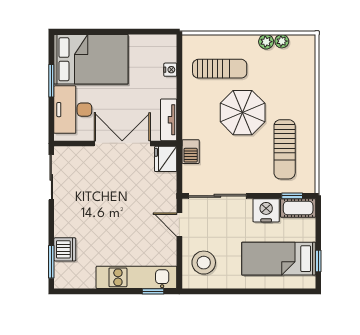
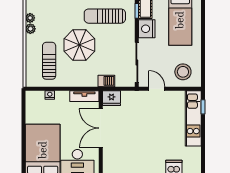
sun lounger: (285, 149) -> (105, 16), turned 180
door: (179, 225) -> (157, 89), swing flipped

